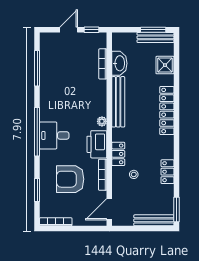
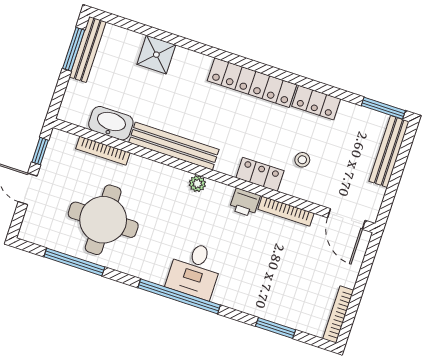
shower: (165, 65) -> (156, 55), moved
round table: (65, 76) -> (103, 220), added
locker: (167, 111) -> (252, 83), moved
printer: (97, 144) -> (245, 203), width x0.53, depth x0.68
armchair: (70, 179) -> (276, 268), removed

